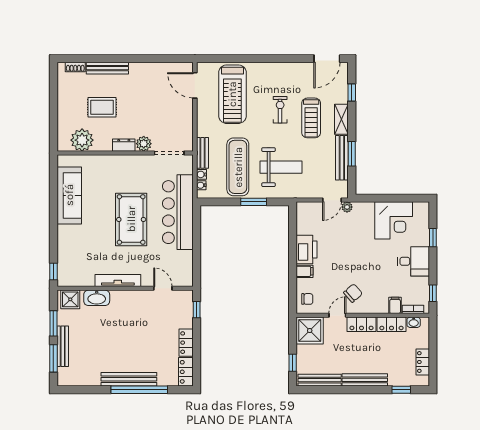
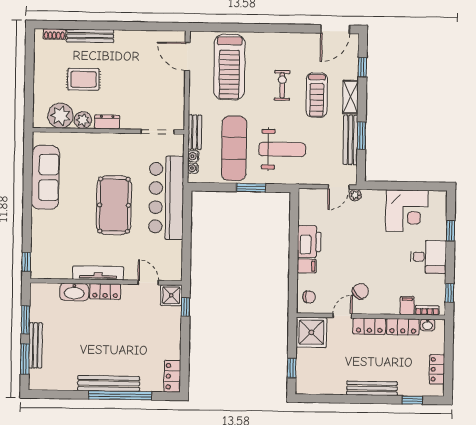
plant: (144, 144) -> (83, 120), moved
shower: (70, 299) -> (171, 295), moved
locker: (186, 343) -> (105, 291), moved, turned -90
bench: (320, 380) -> (321, 388), removed

